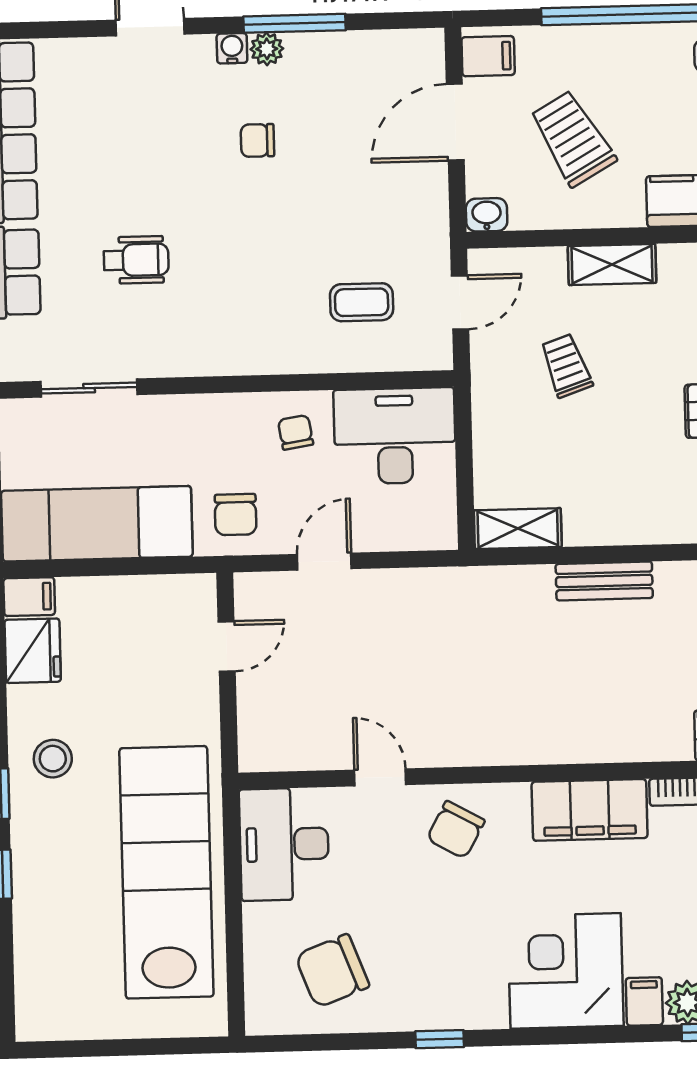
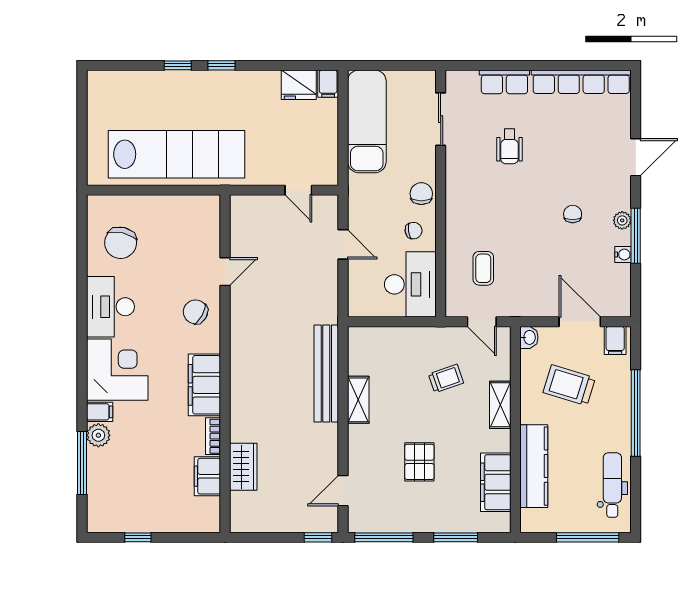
water cooler: (232, 48) -> (623, 255), moved
trolley: (573, 138) -> (569, 385), turned -133
chair: (236, 515) -> (421, 194), moved, turned 90
shelving: (518, 529) -> (358, 400), moved
bench: (604, 581) -> (326, 373), width x1.86, depth x1.21
stool: (53, 759) -> (240, 94), removed
desk: (284, 844) -> (110, 307), moved, turned -90
chair: (332, 971) -> (121, 243), turned -146
window: (440, 1039) -> (82, 300), removed

